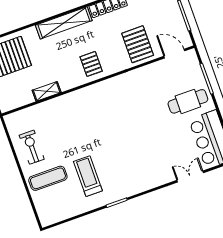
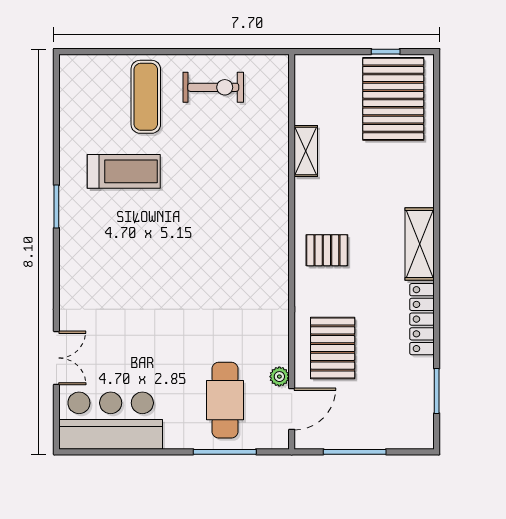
shelving: (64, 23) -> (420, 244), width x0.68
pallet: (138, 44) -> (333, 348), turned 90
plant: (161, 65) -> (279, 377), added
cafe table: (188, 101) -> (225, 400), moved

